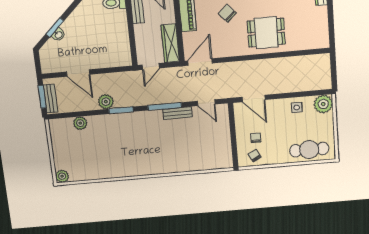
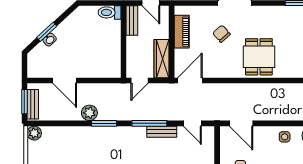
dining table: (266, 33) -> (259, 57), turned 90
plant: (80, 123) -> (34, 133), moved

